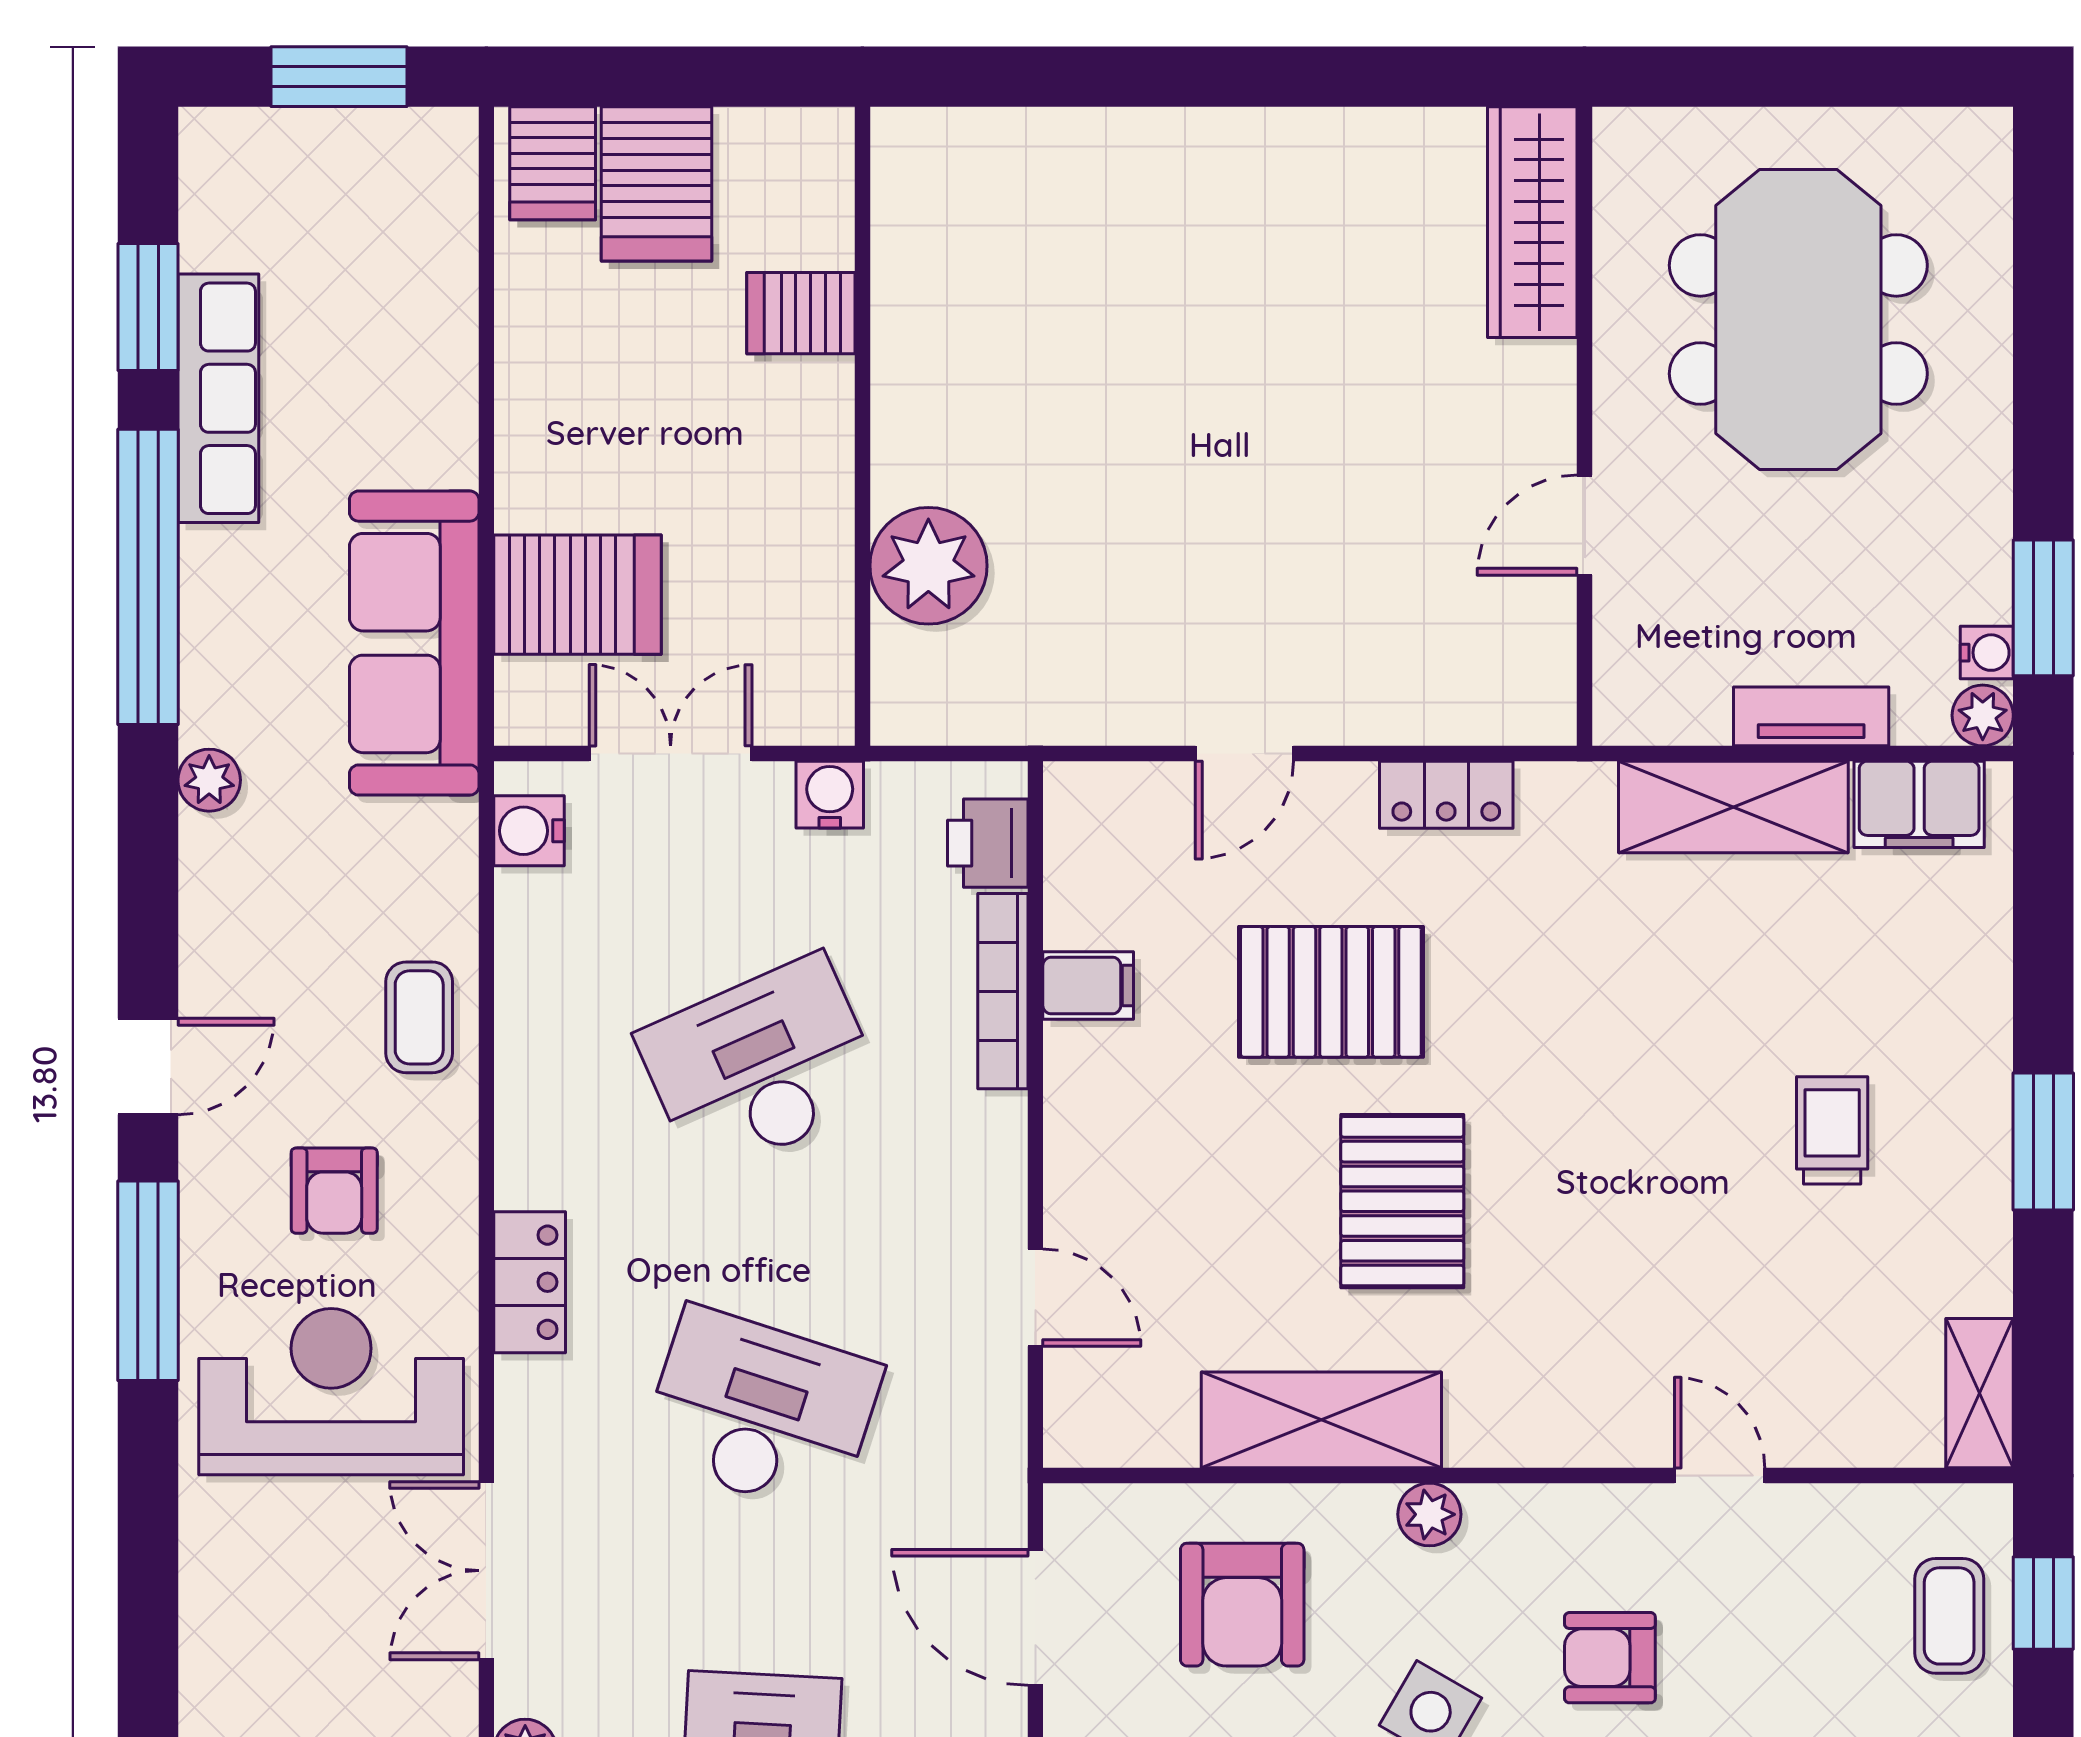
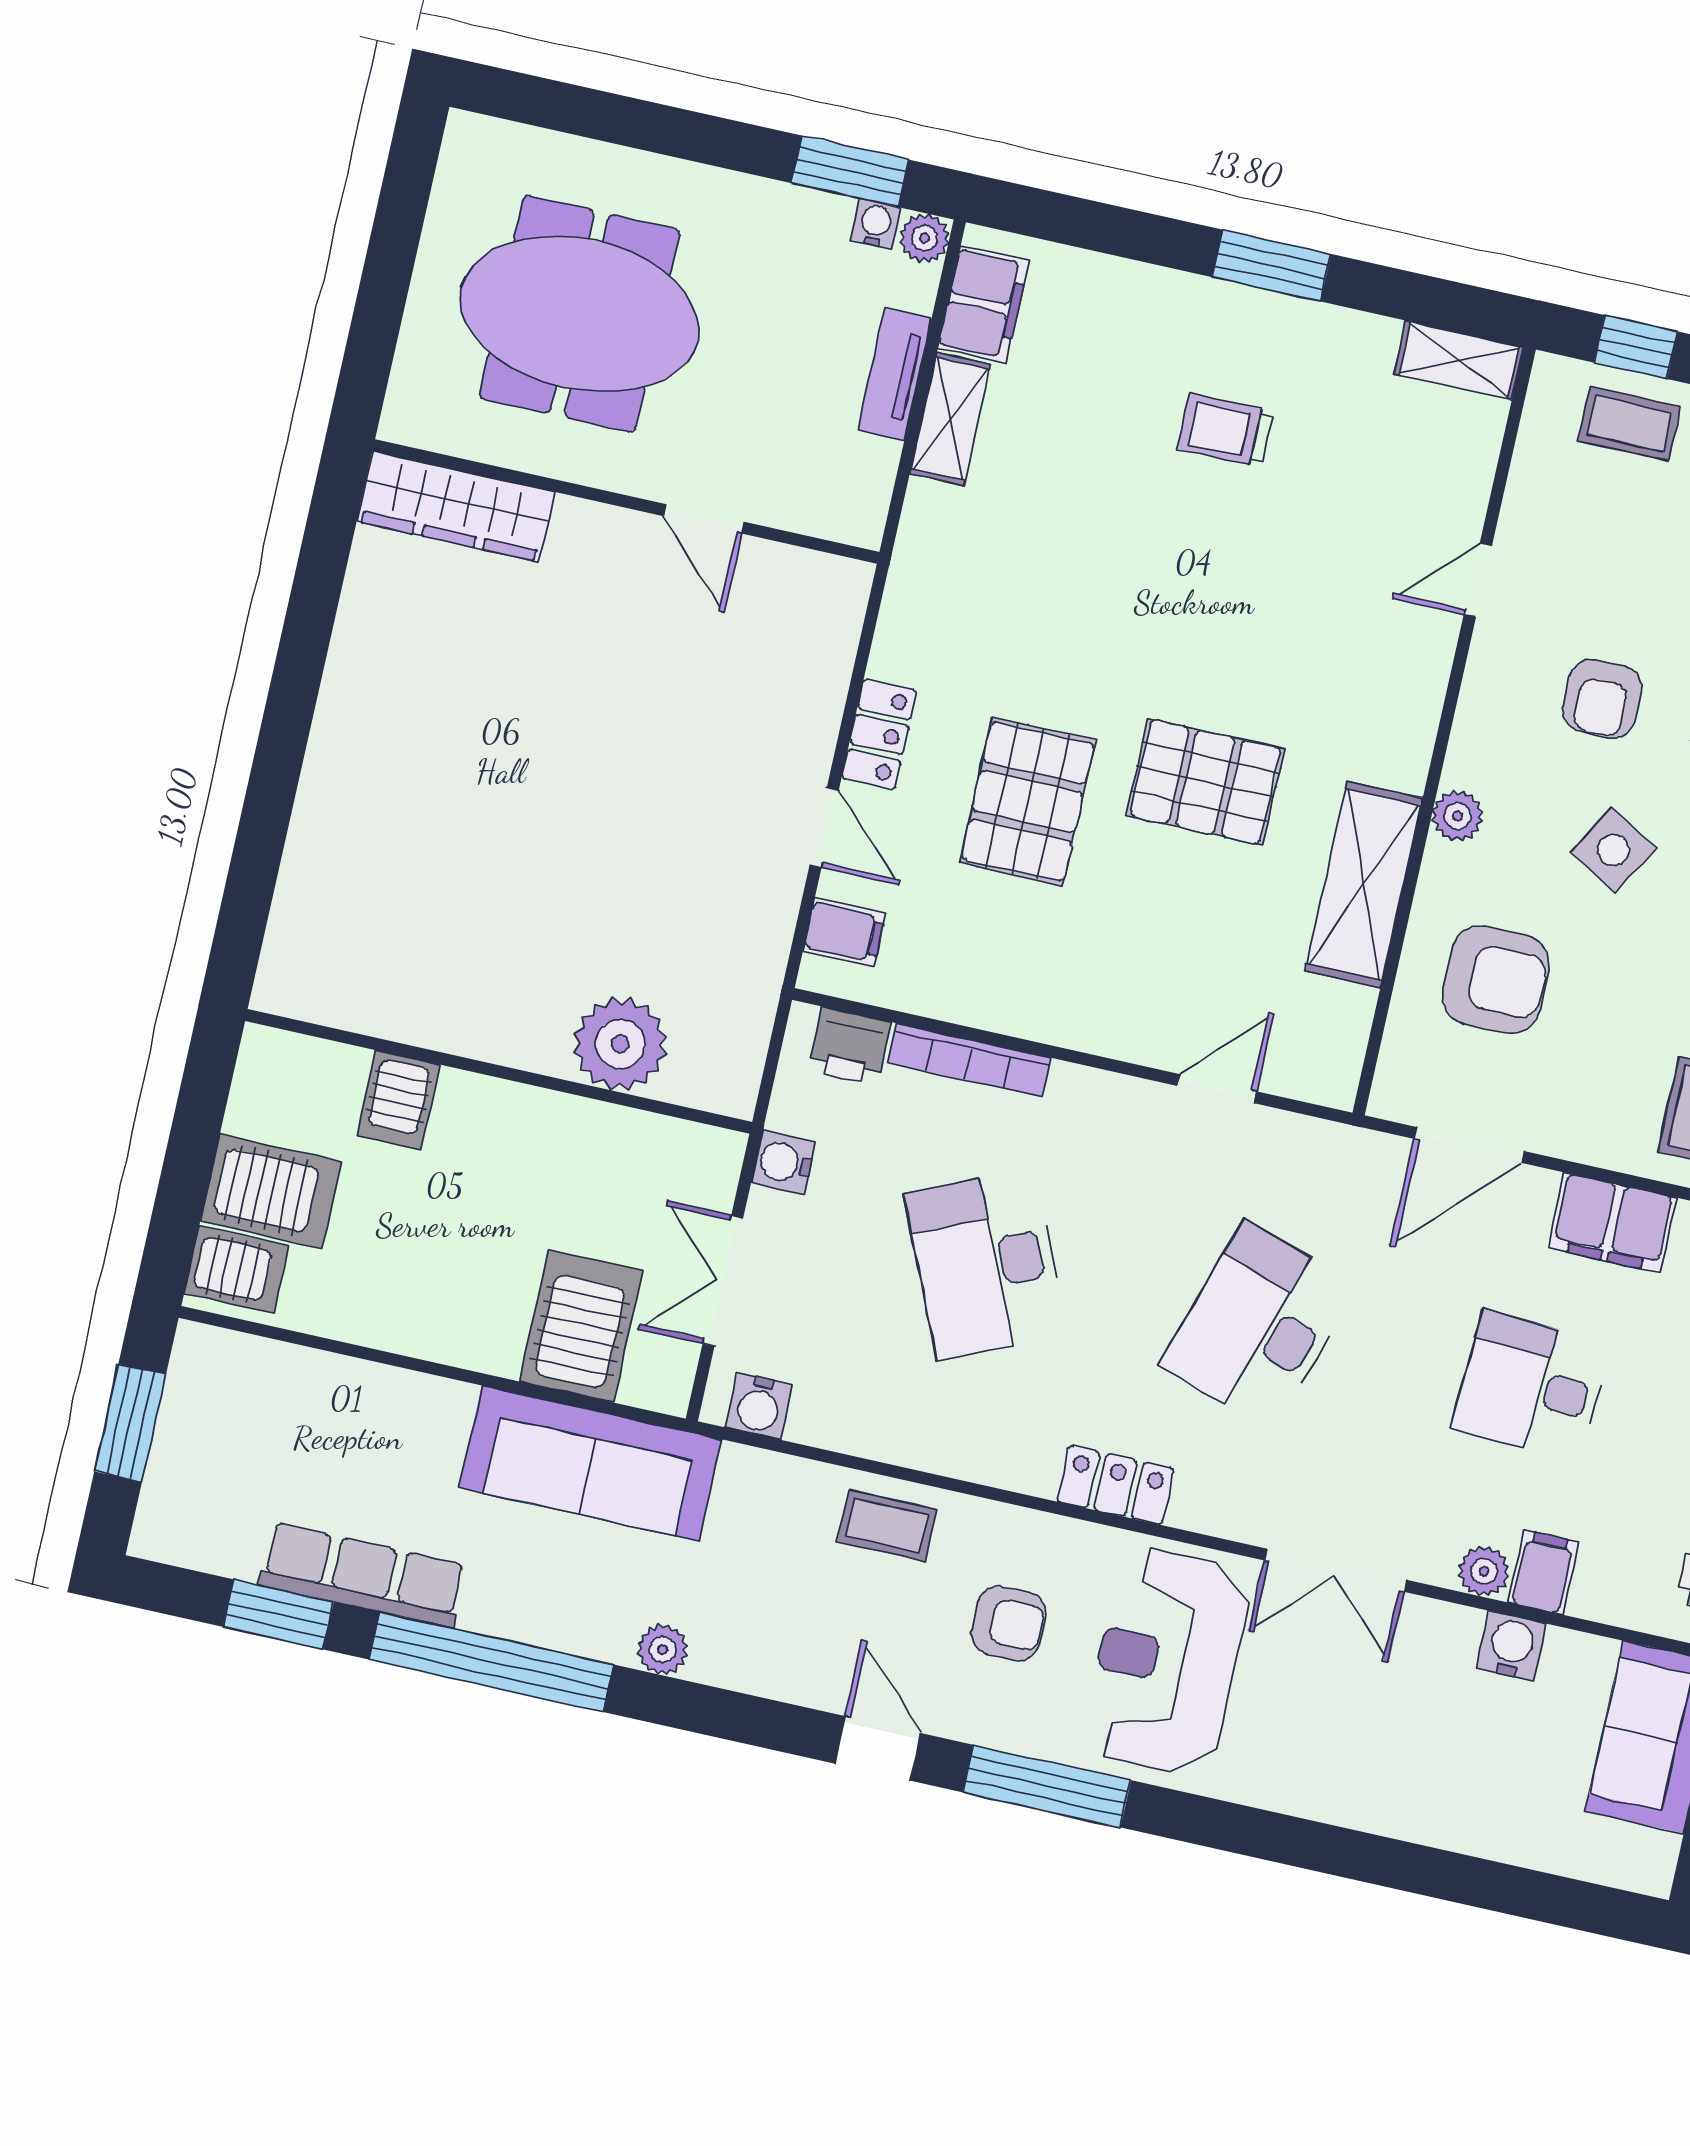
locker: (1446, 795) -> (879, 734), moved
shelving: (1733, 807) -> (950, 419), width x0.67, depth x0.75
filing cabinet: (1088, 986) -> (844, 932), moved, turned 90

